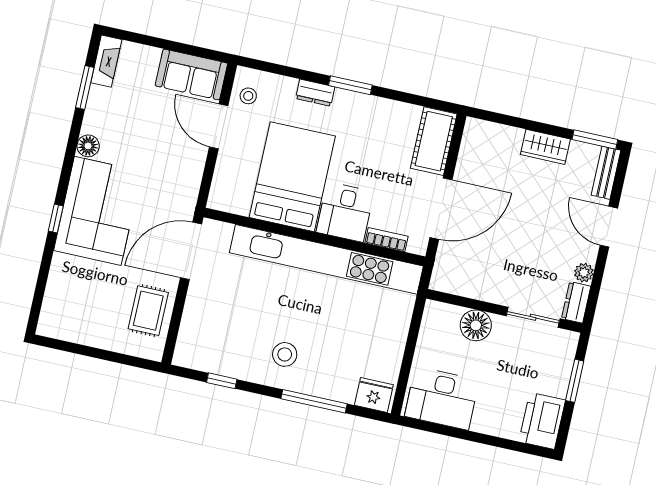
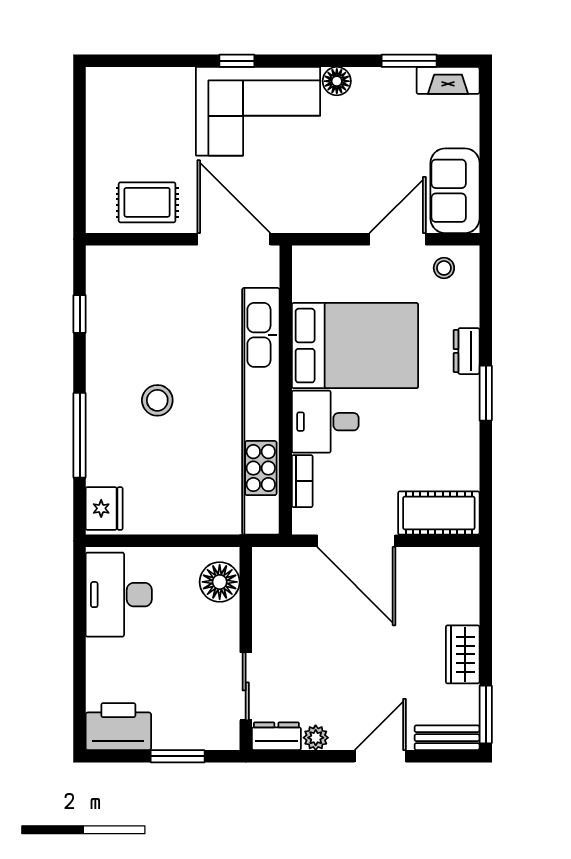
floor lamp: (476, 325) -> (220, 582), moved
stool: (285, 354) -> (157, 400), moved

